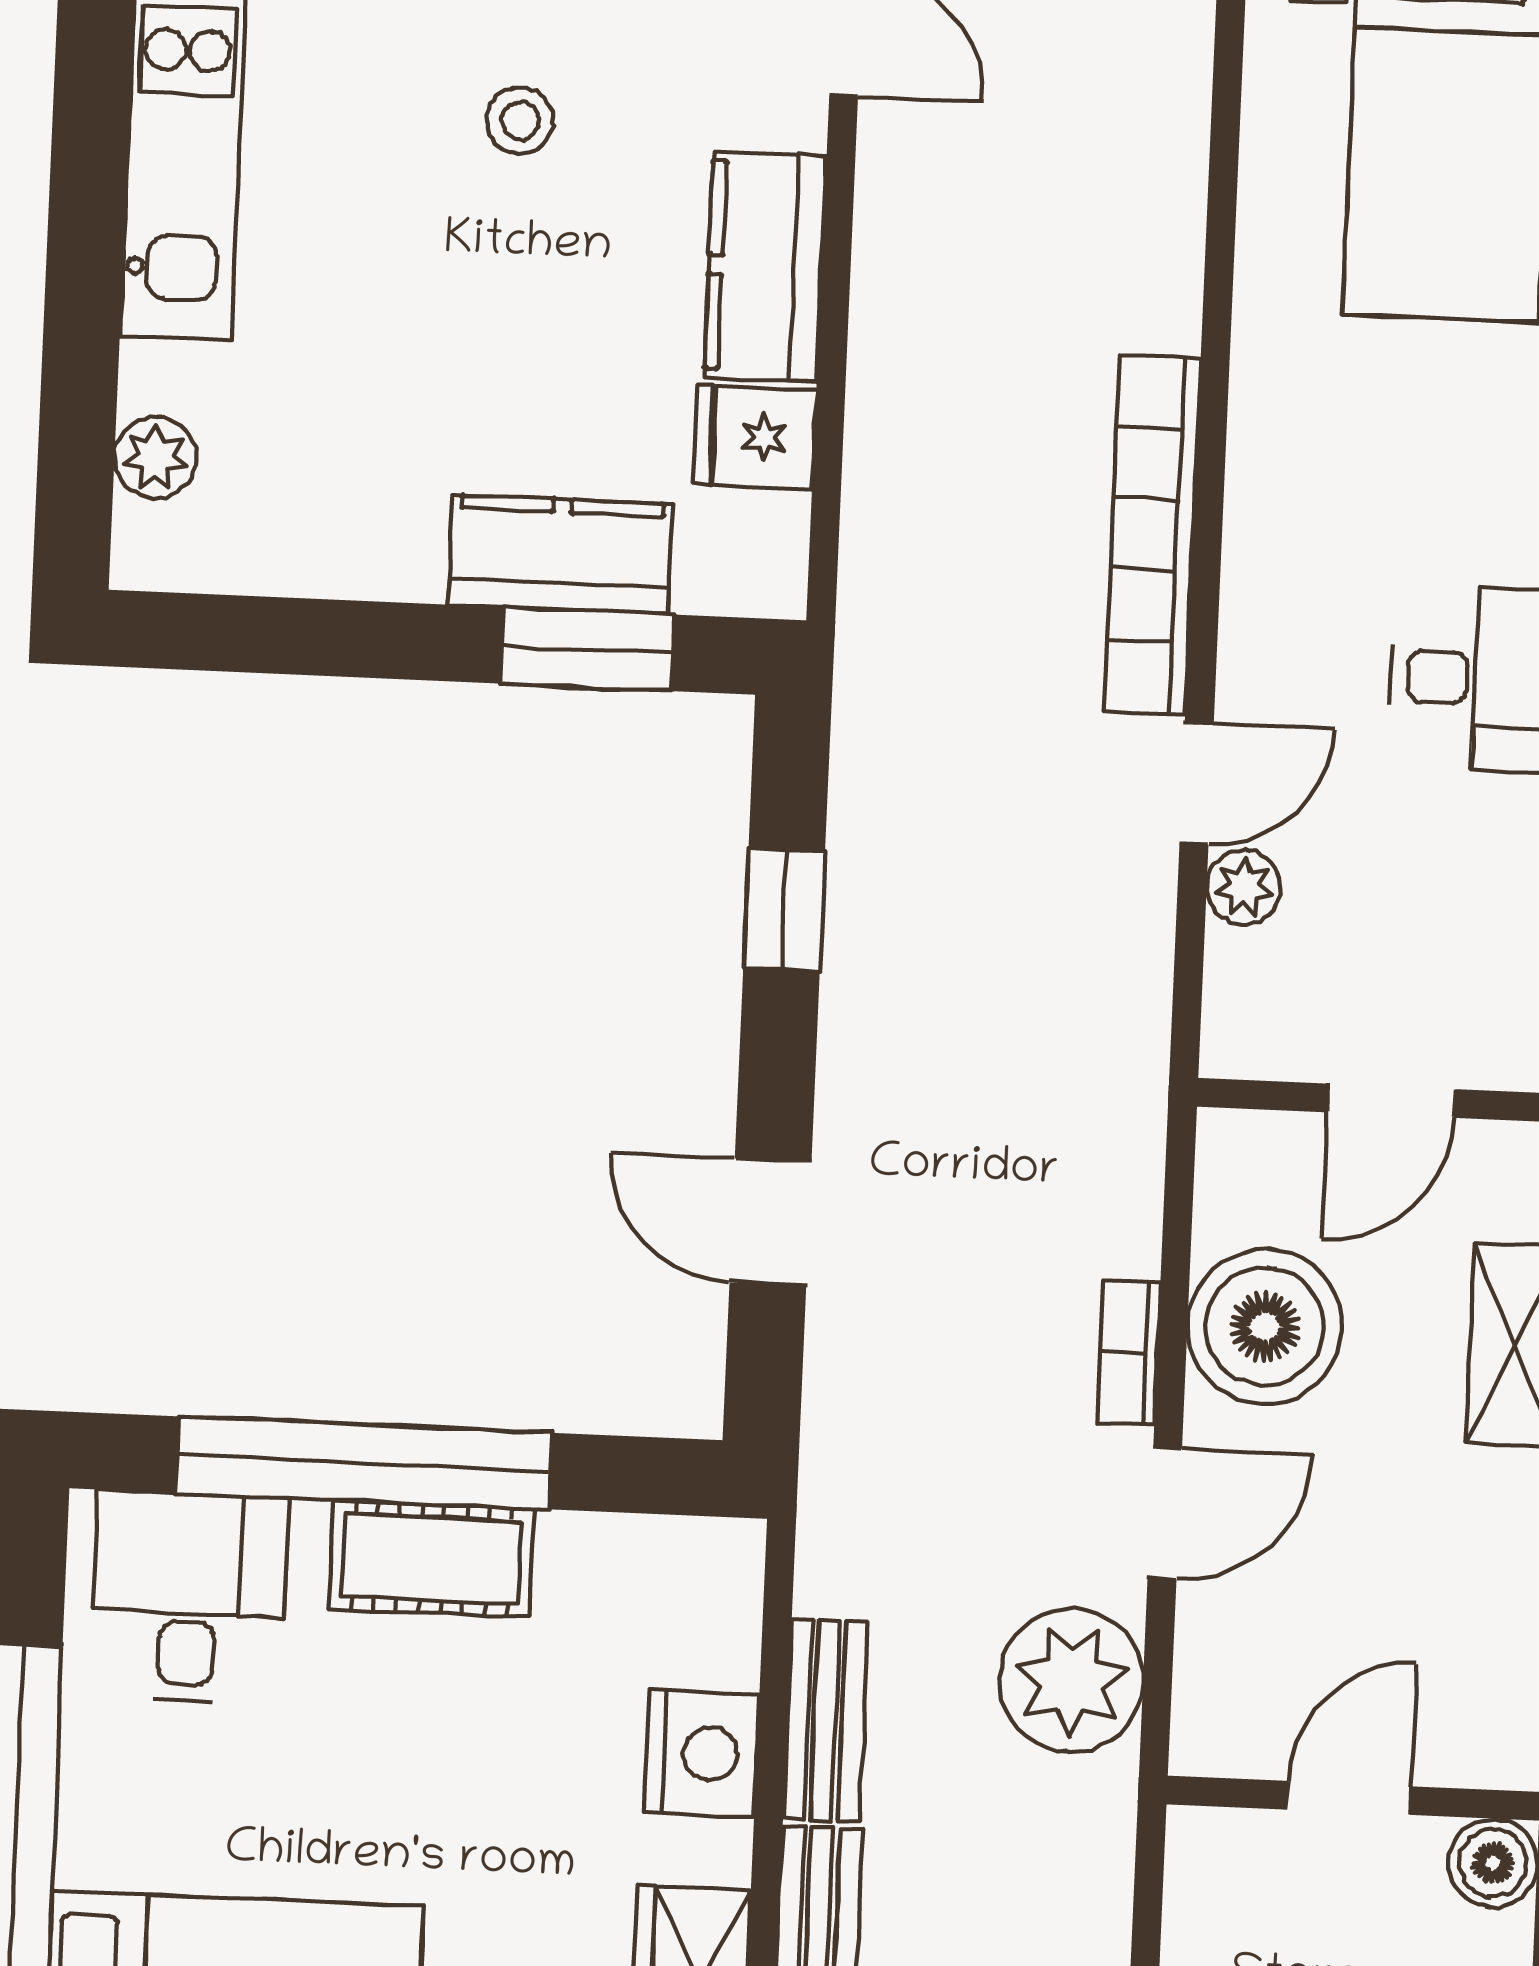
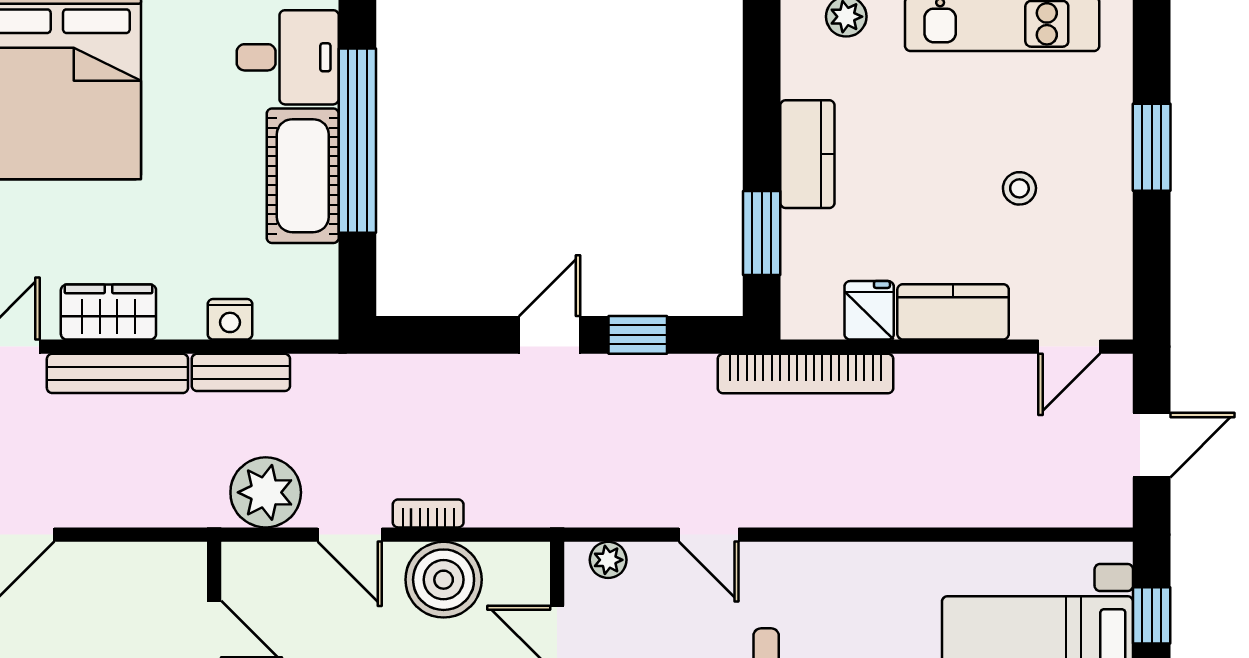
bookcase: (1153, 535) -> (806, 374), moved, turned 180
kitchen counter: (560, 554) -> (807, 154), moved
plant: (1244, 887) -> (608, 560), moved
door: (771, 1222) -> (550, 335), moved
cot: (431, 1559) -> (303, 176), width x1.37, depth x1.34
nightstand: (702, 1754) -> (230, 319), width x0.74, depth x0.75

